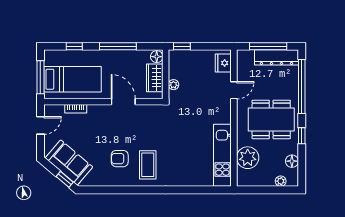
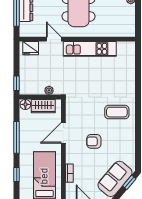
kitchen unit: (222, 155) -> (90, 49), moved
plant: (248, 158) -> (111, 27), removed
armchair: (120, 159) -> (94, 141), moved, turned 90

